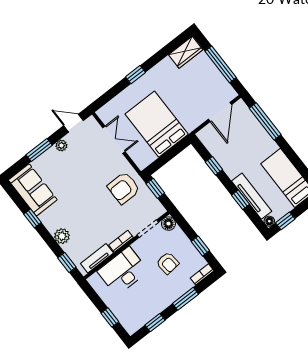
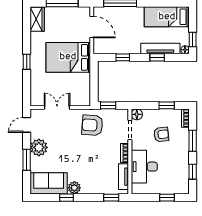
bed: (157, 124) -> (68, 57), moved
plant: (61, 146) -> (39, 147), width x1.88, depth x1.88
armchair: (124, 188) -> (92, 125), turned 94
plant: (62, 236) -> (74, 188), moved

